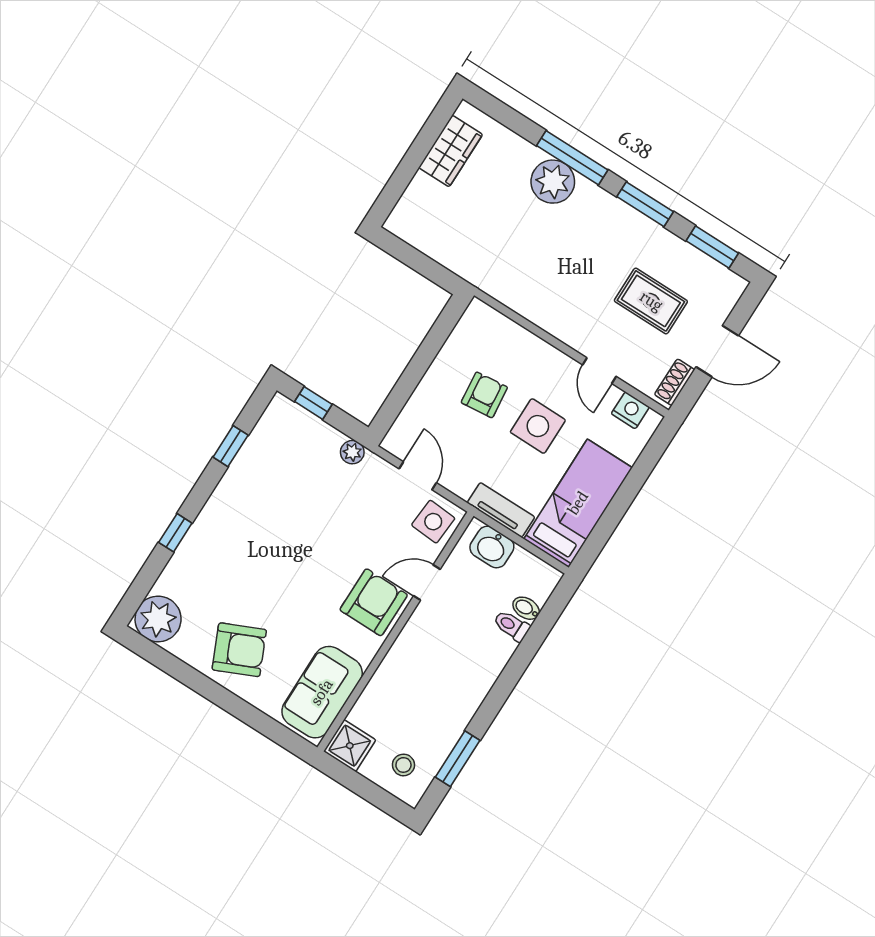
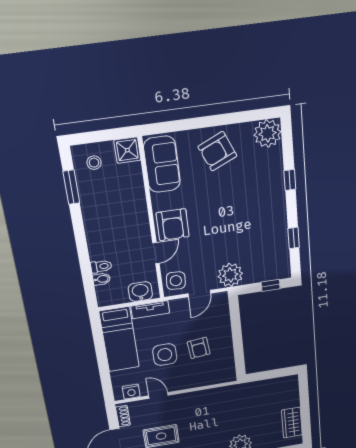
plant: (352, 452) -> (230, 275), width x1.88, depth x1.88
door: (418, 476) -> (199, 294), hinge flipped

